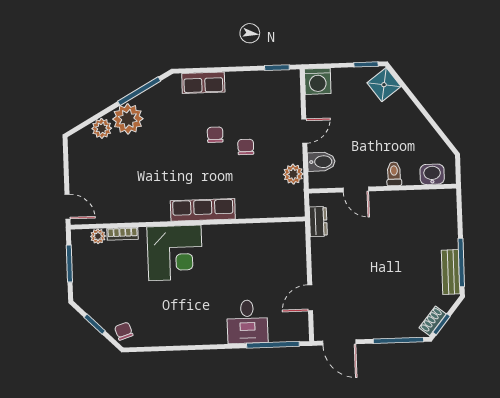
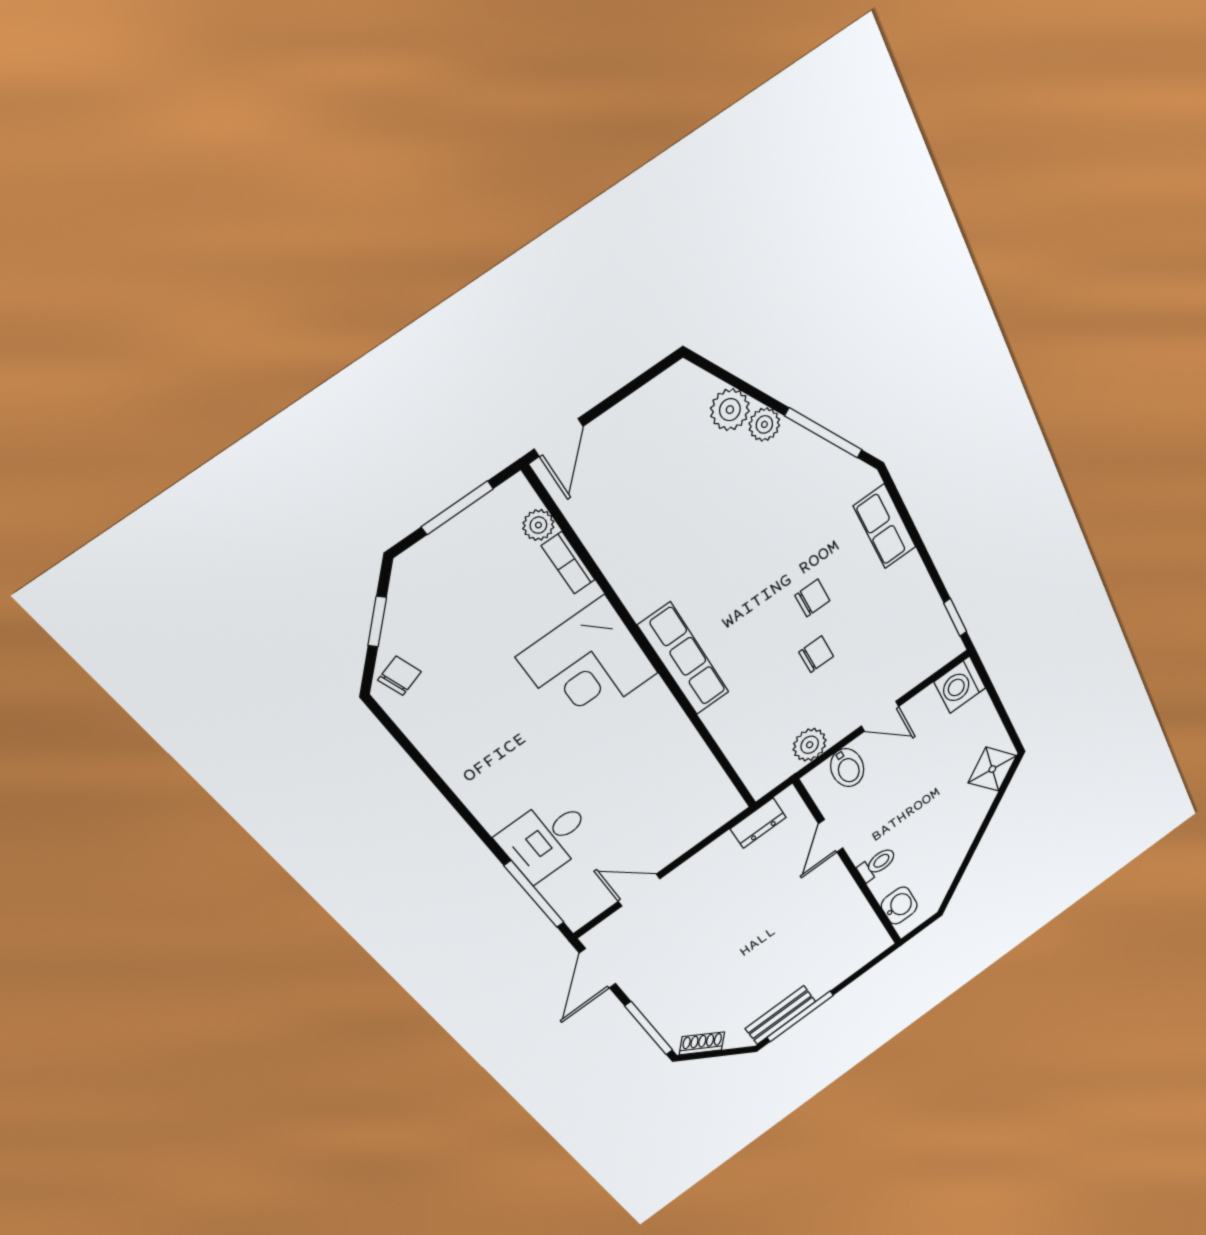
window: (366, 64) -> (1010, 729), removed
plant: (128, 119) -> (764, 424), width x0.53, depth x0.53
window: (441, 324) -> (704, 1055), removed

